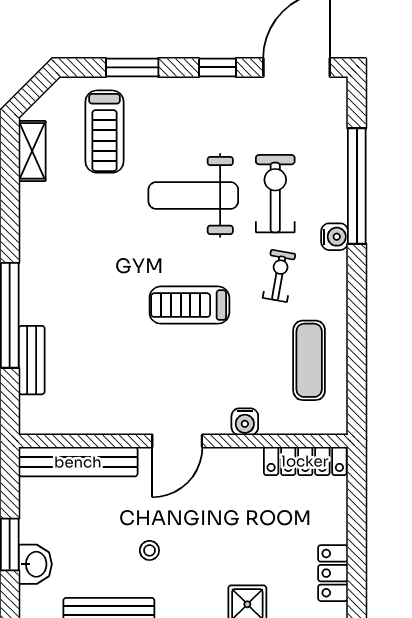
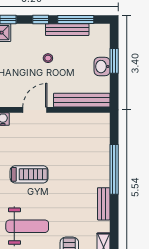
bench: (32, 360) -> (104, 204), moved
washbasin: (35, 564) -> (102, 67), moved

